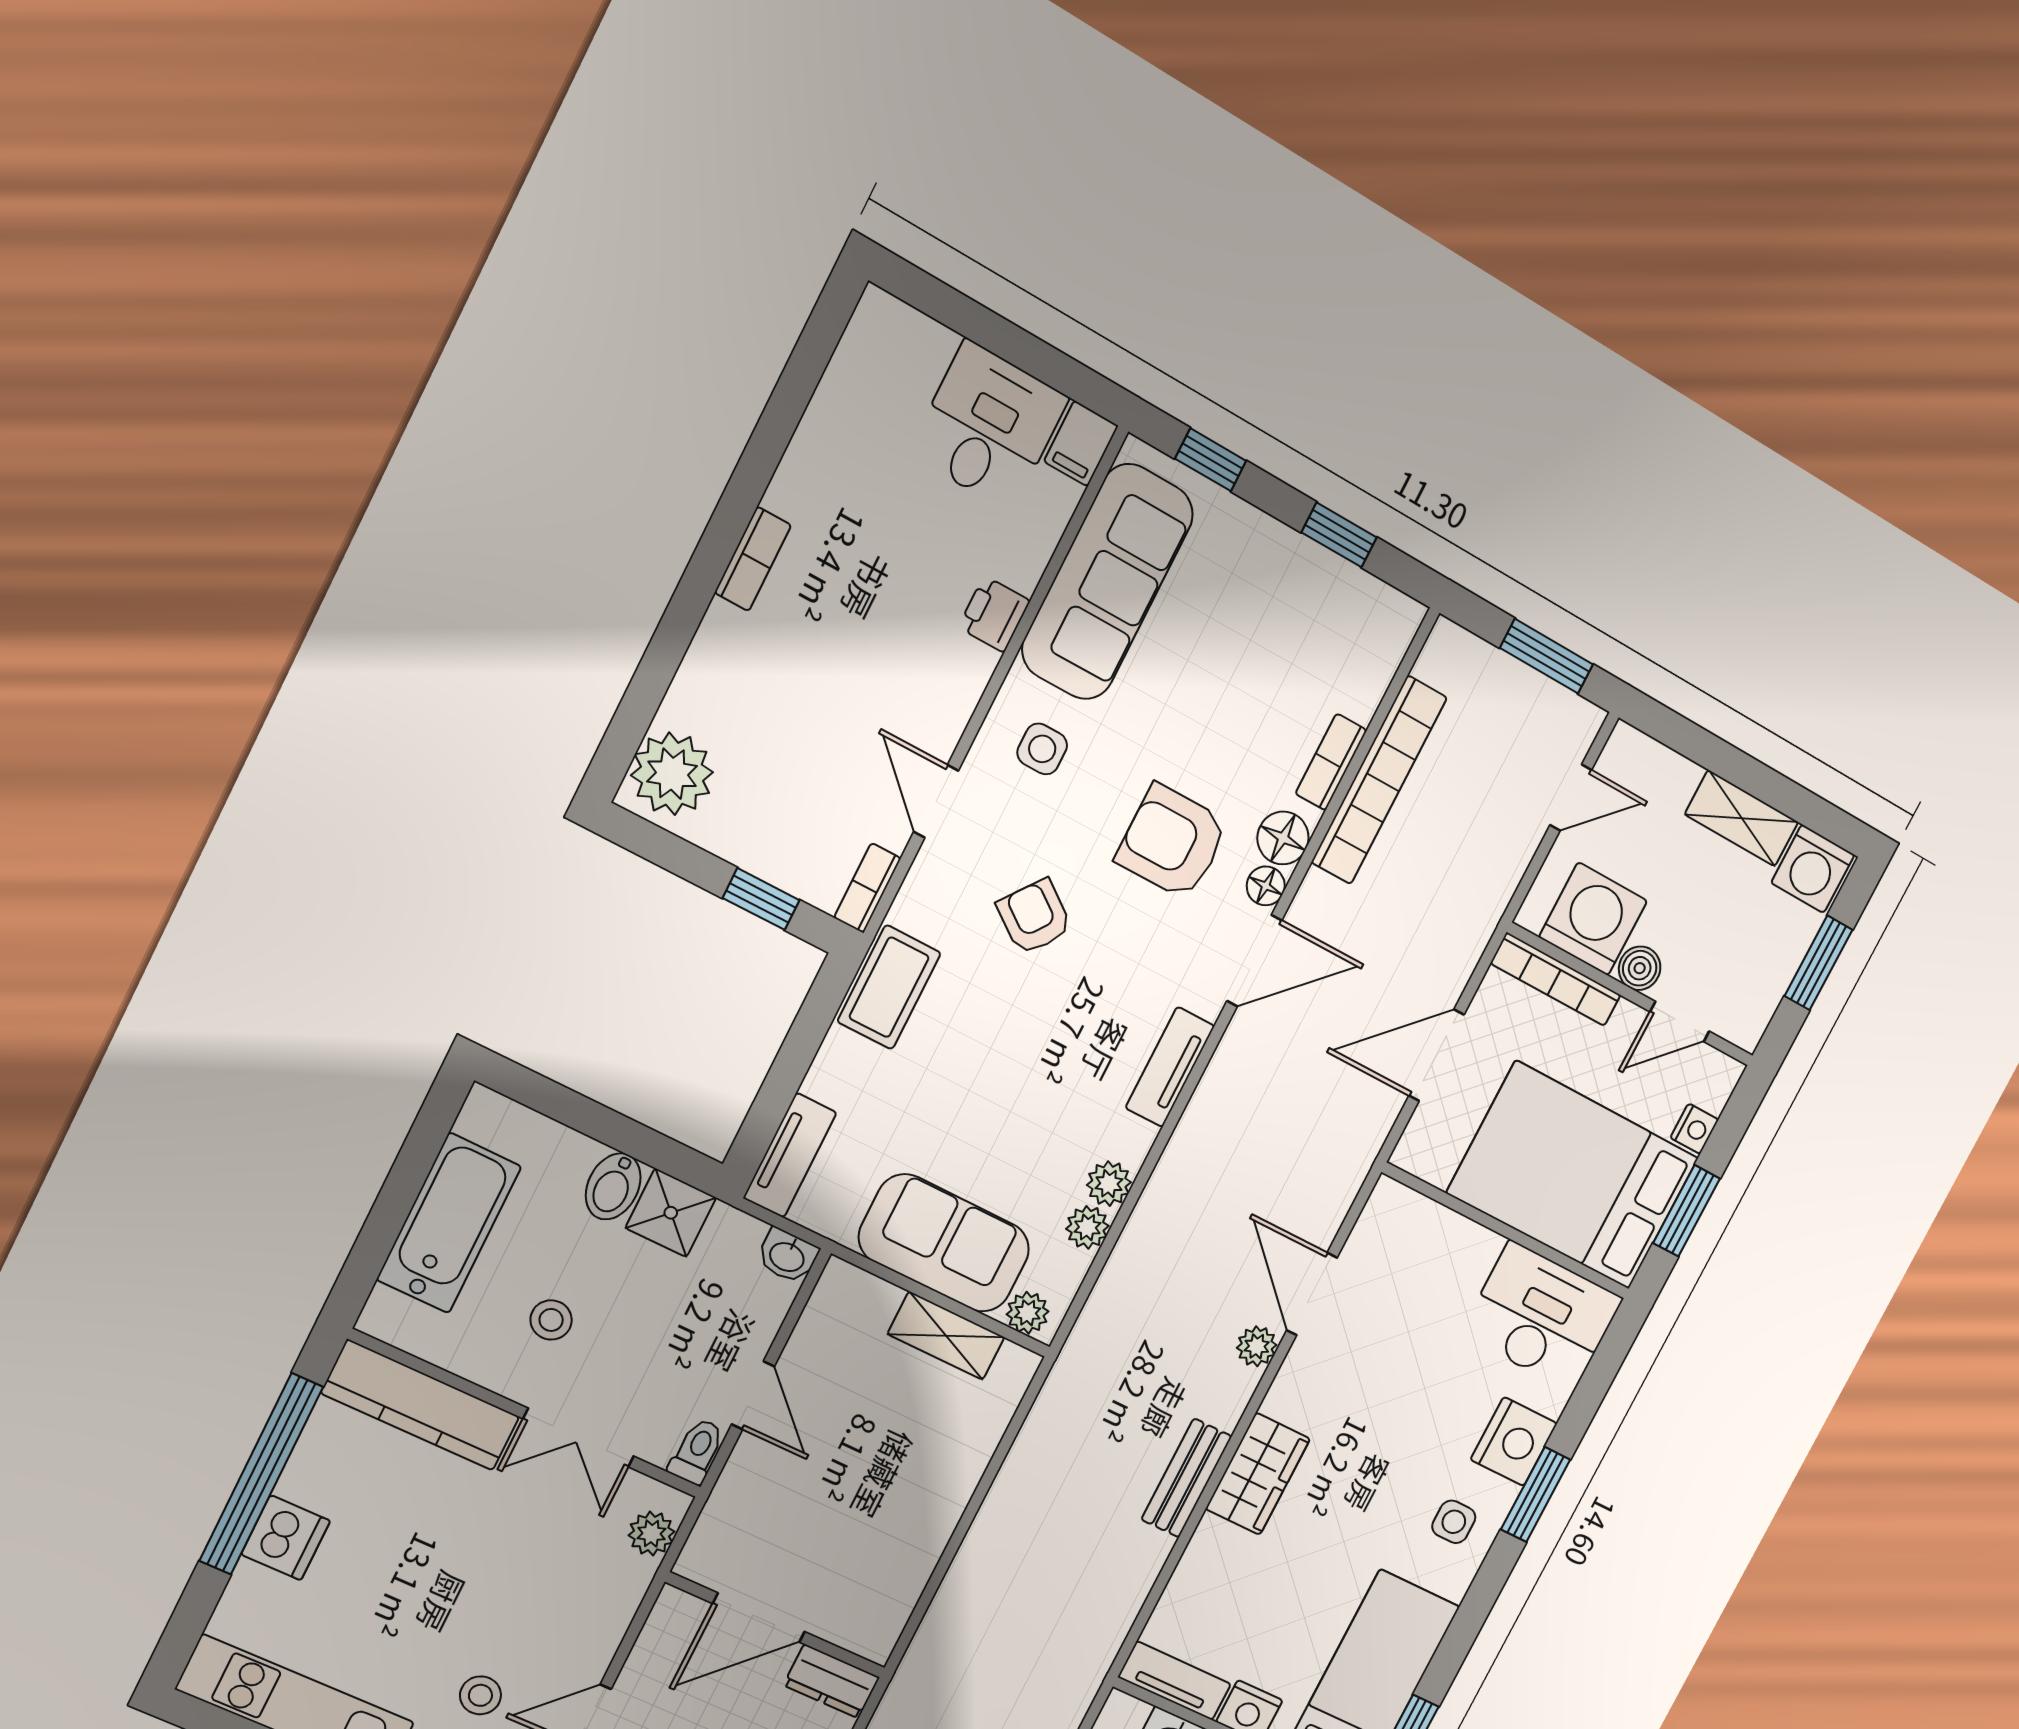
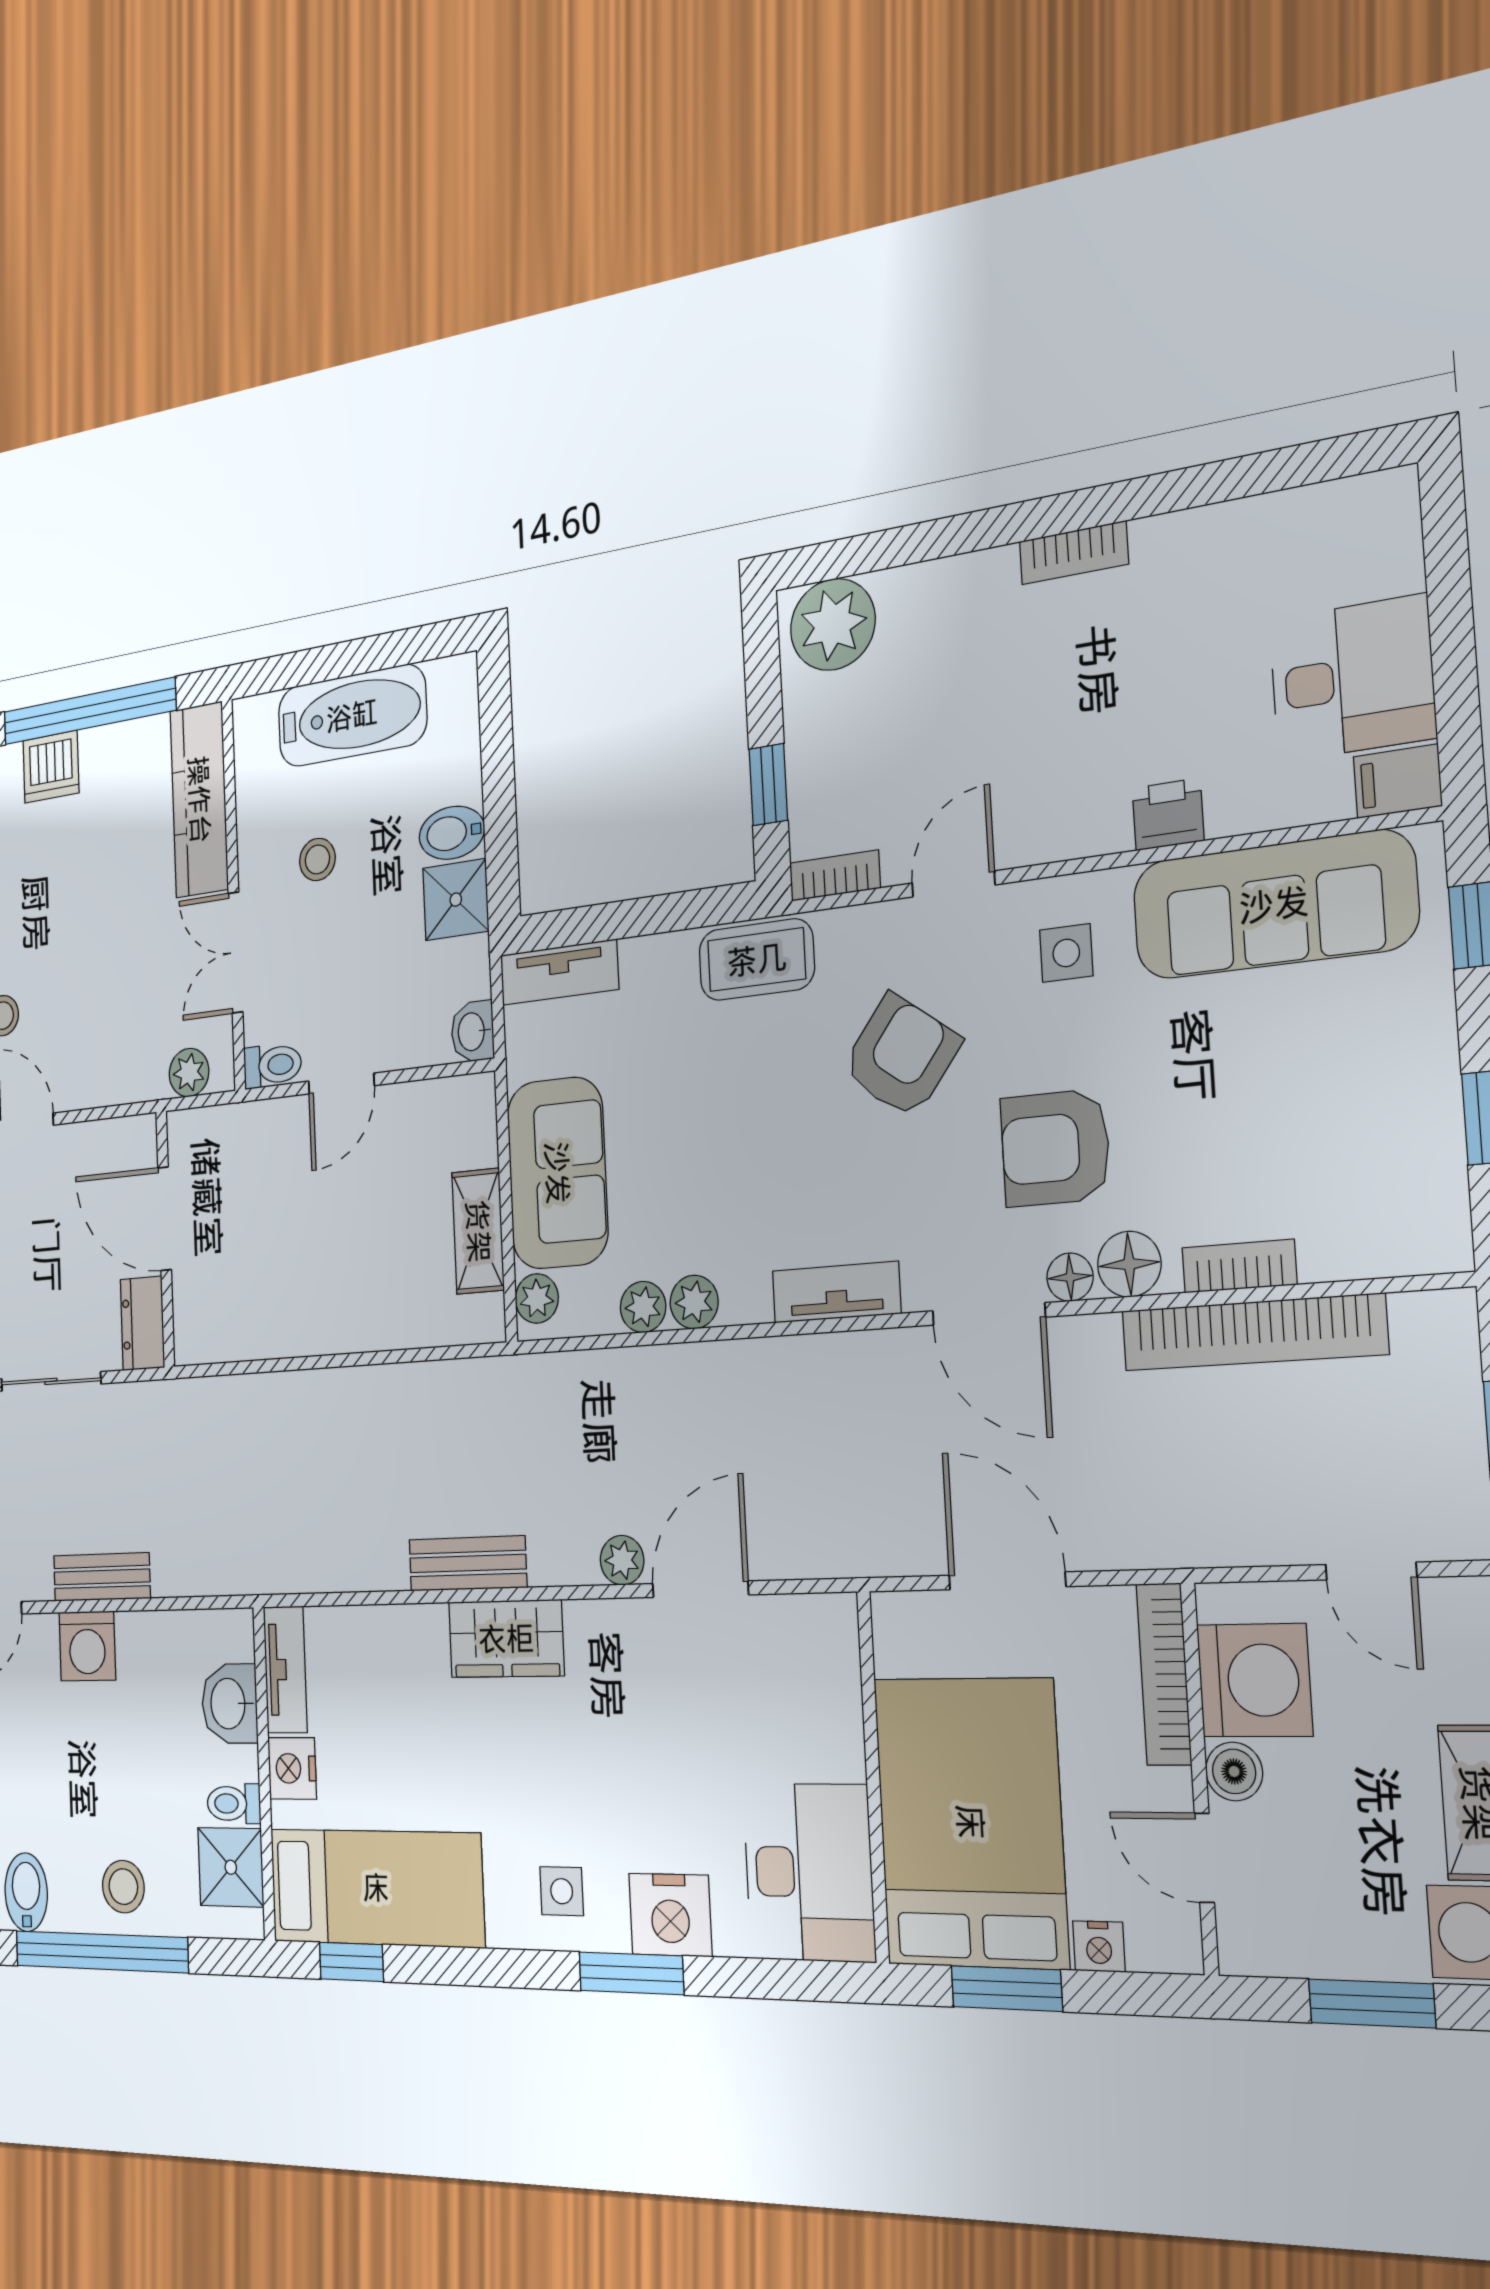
armchair: (1172, 842) -> (1055, 1148), turned -90
armchair: (1034, 917) -> (901, 1056), width x1.38, depth x1.38

